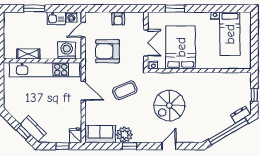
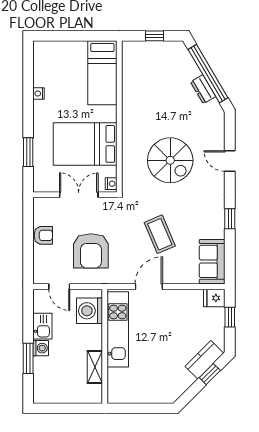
washing machine: (71, 17) -> (41, 348), moved
bed: (230, 34) -> (102, 73), moved, turned 90
kitchen unit: (45, 70) -> (118, 329), width x0.73
coffee table: (125, 90) -> (160, 234), moved
dresser: (240, 115) -> (203, 89), moved
plant: (124, 135) -> (213, 226), removed

